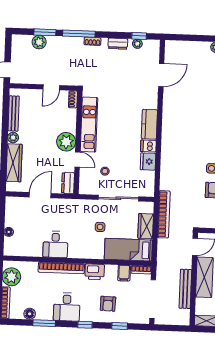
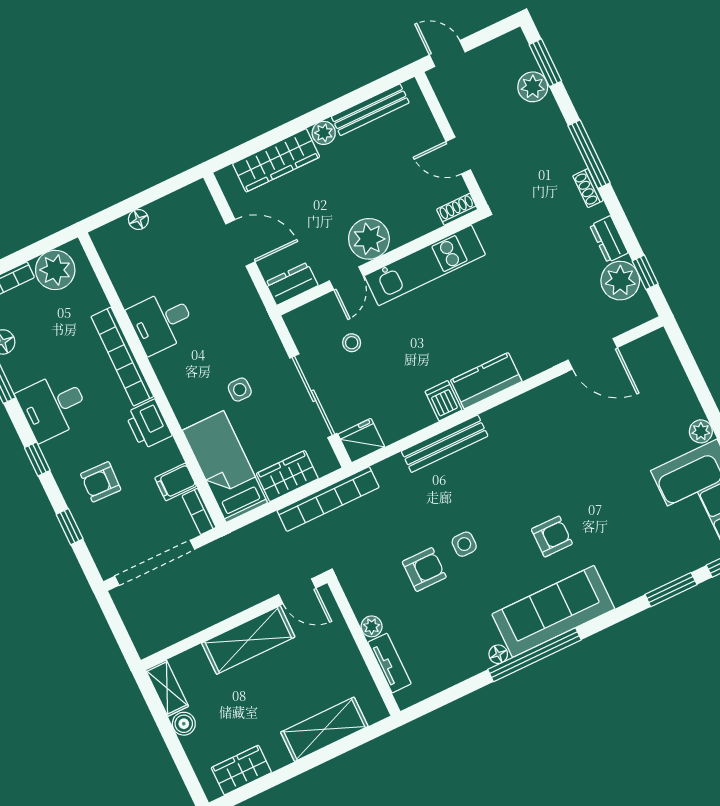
window: (45, 32) -> (545, 63), moved
plant: (137, 44) -> (620, 281), width x1.88, depth x1.88
fridge: (148, 162) -> (361, 441), moved
bench: (185, 289) -> (445, 444), moved

